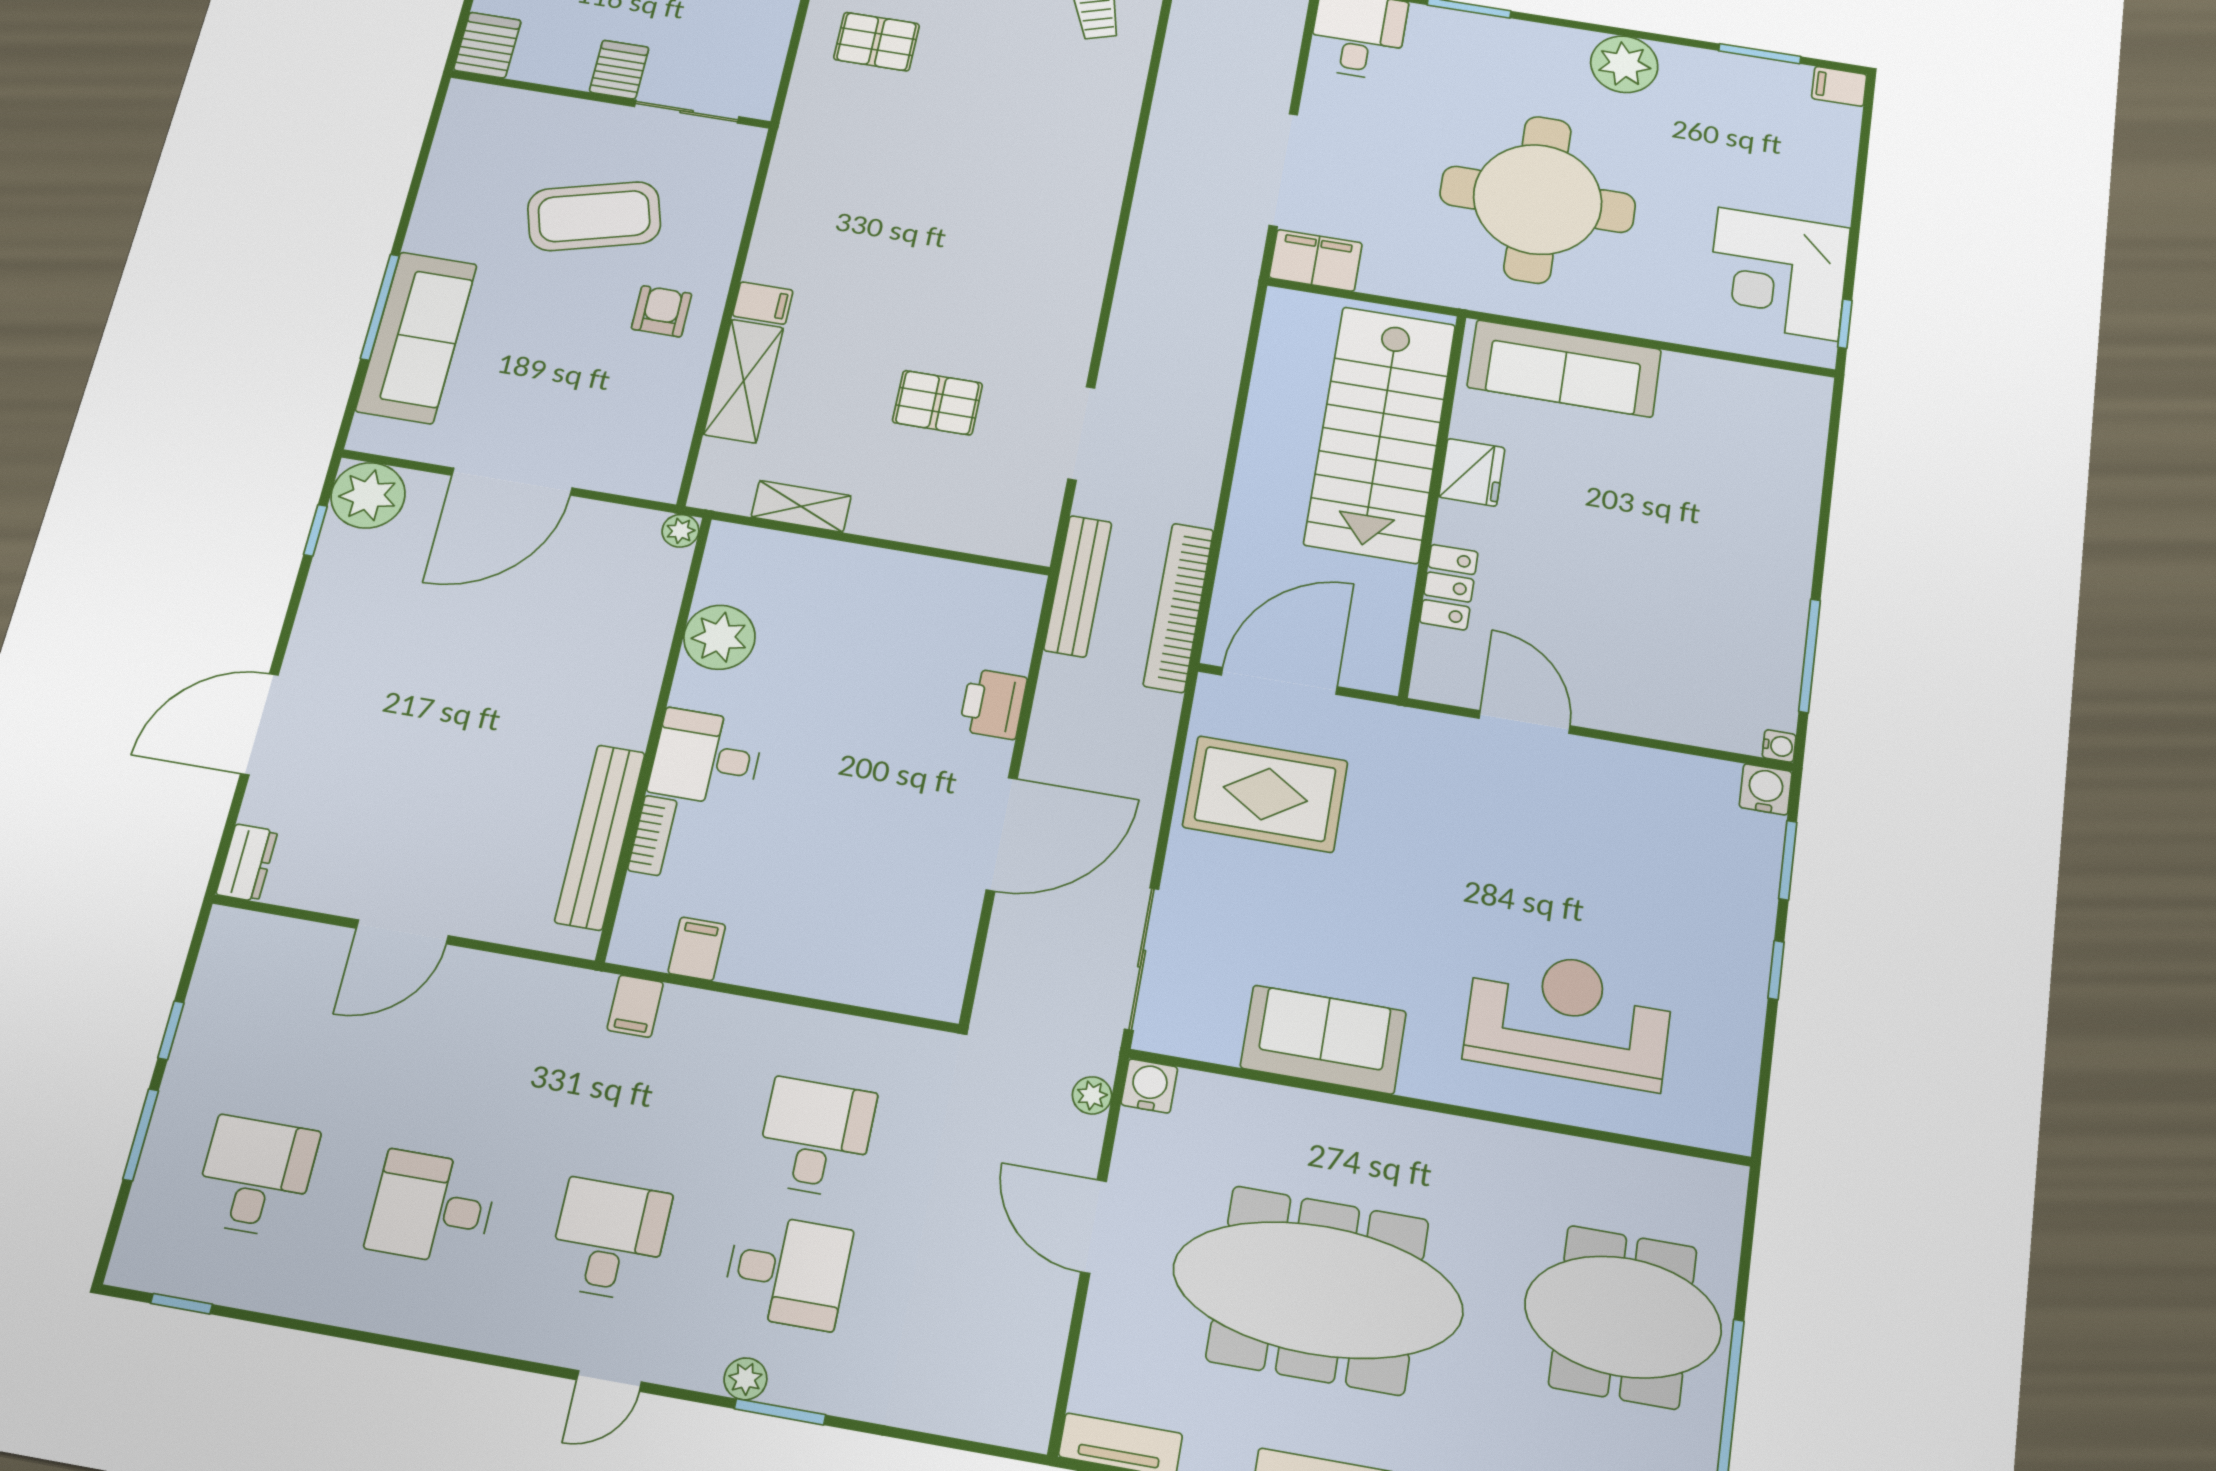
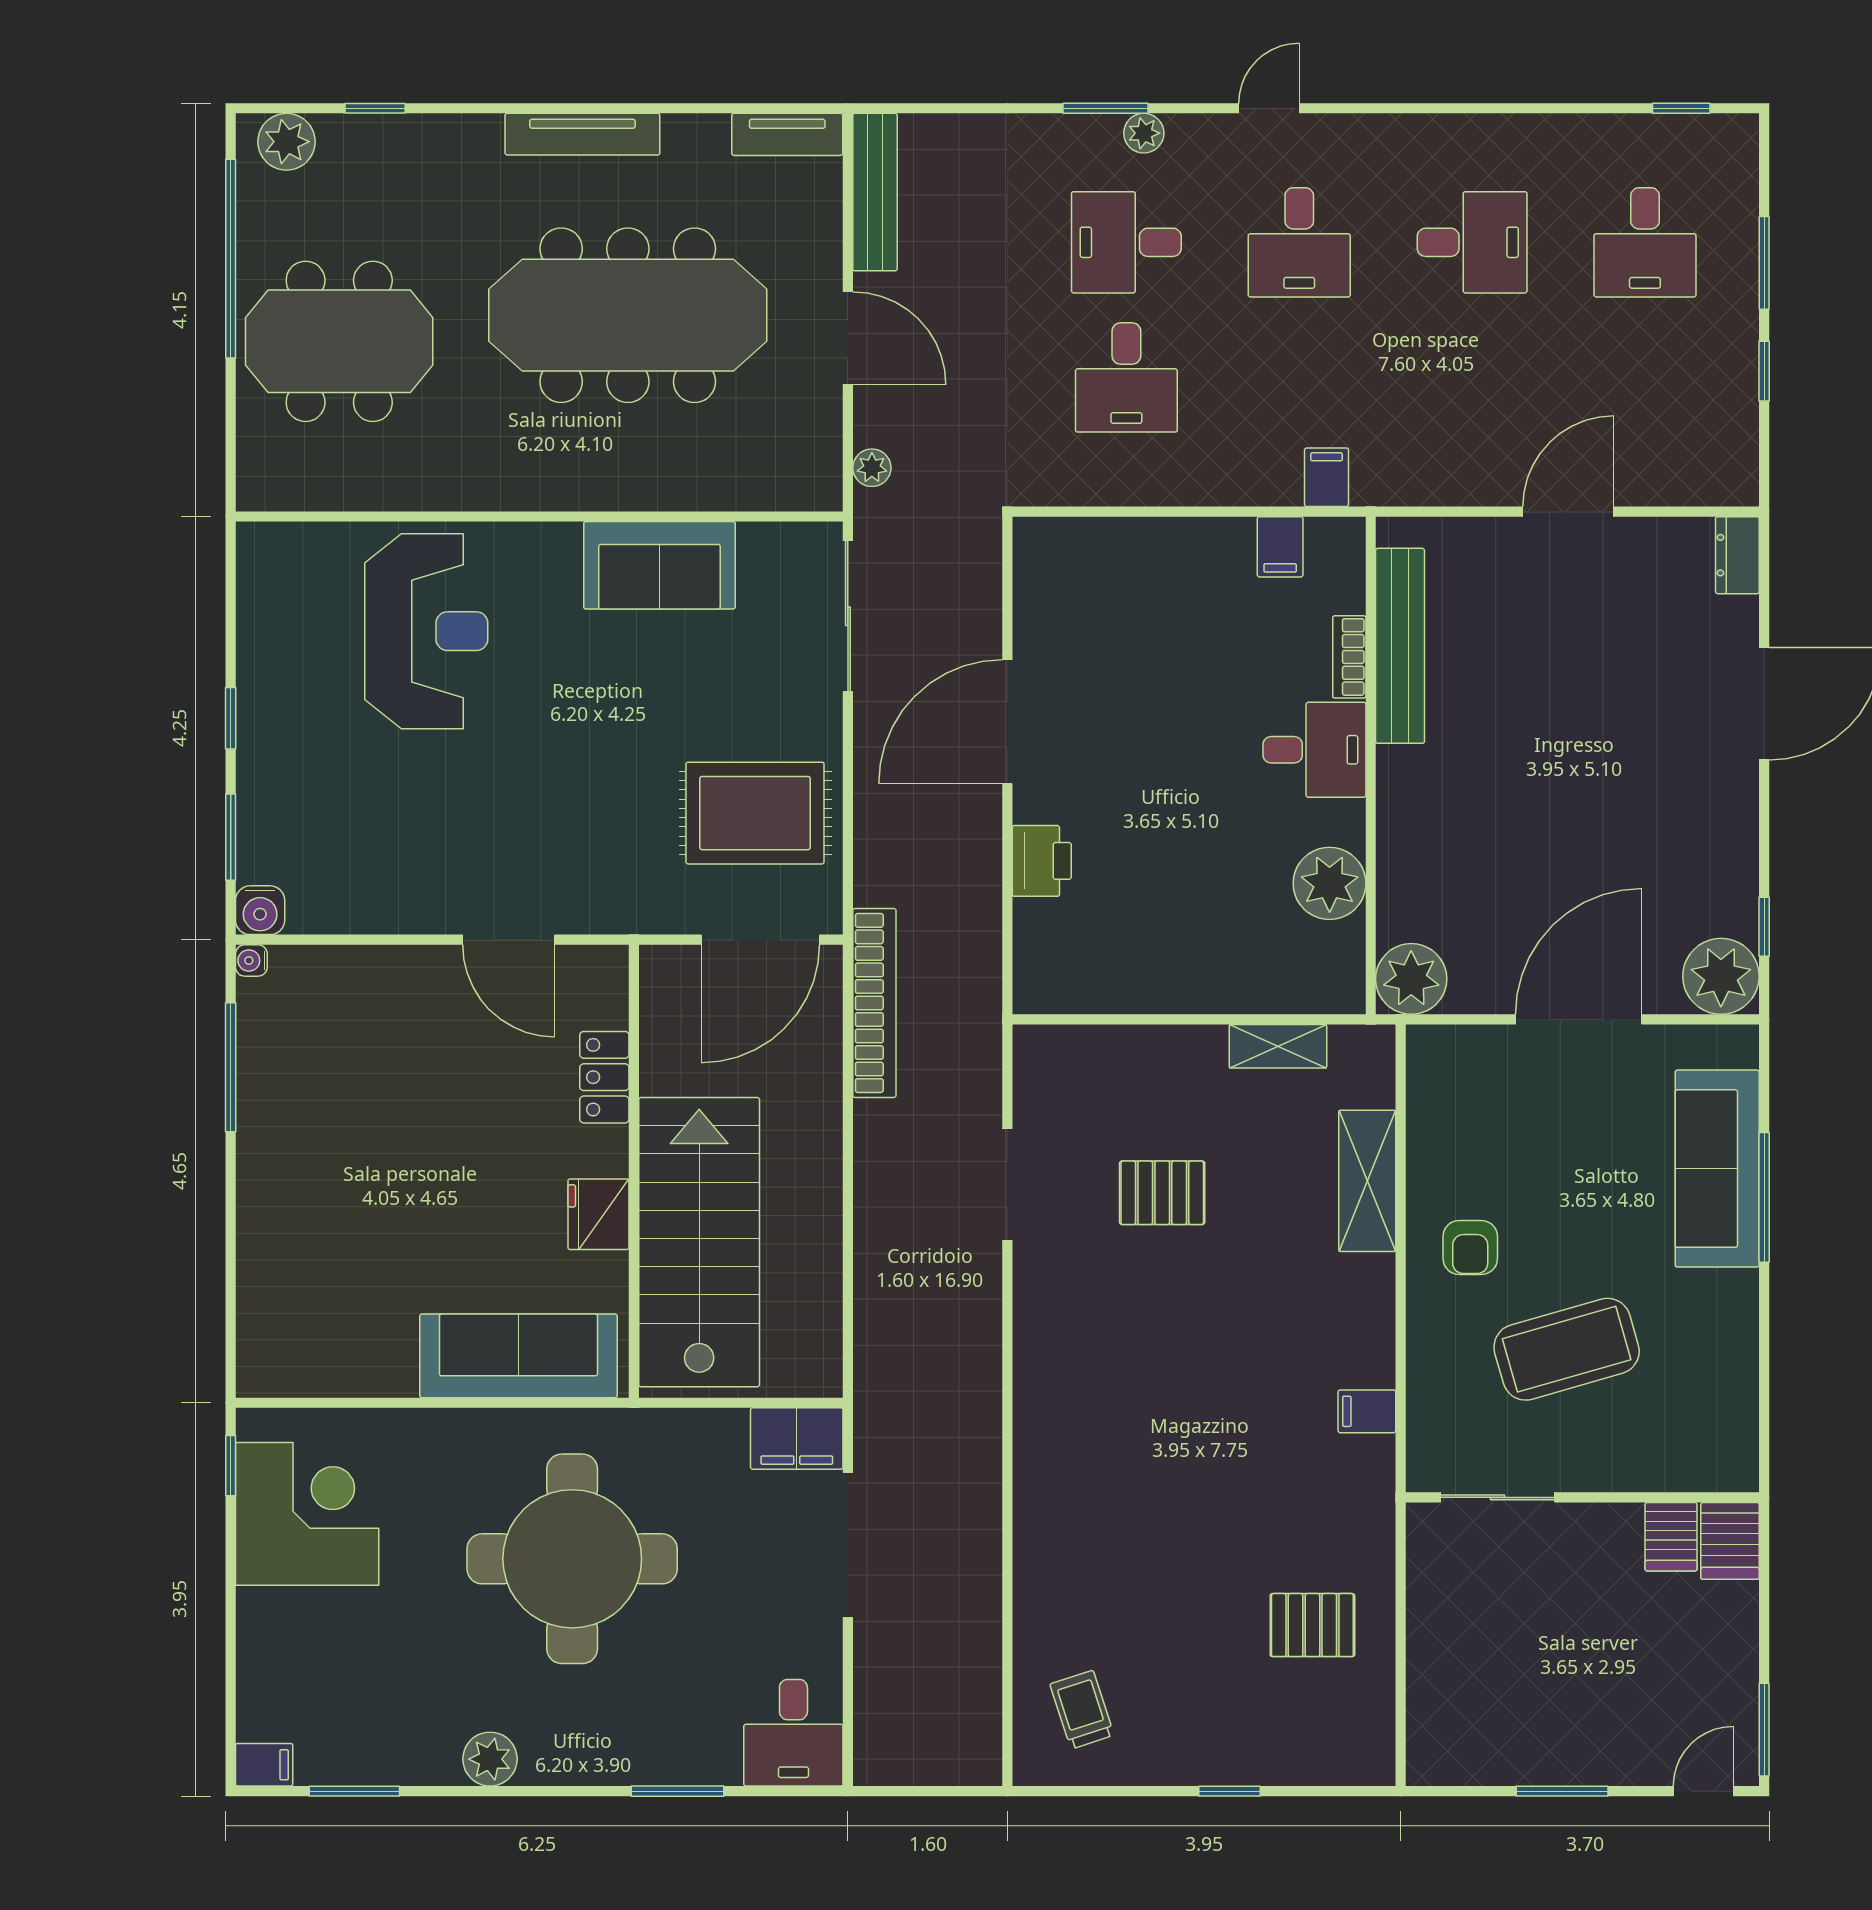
plant: (1624, 64) -> (490, 1759), width x0.73, depth x0.73
server rack: (619, 70) -> (1671, 1537), moved
filing cabinet: (763, 303) -> (1367, 1411), moved
plant: (680, 531) -> (1411, 979), width x1.87, depth x1.87
bench: (1078, 586) -> (875, 192), moved
reception desk: (1569, 1018) -> (426, 631), turned -90
water cooler: (1149, 1086) -> (819, 487), removed

